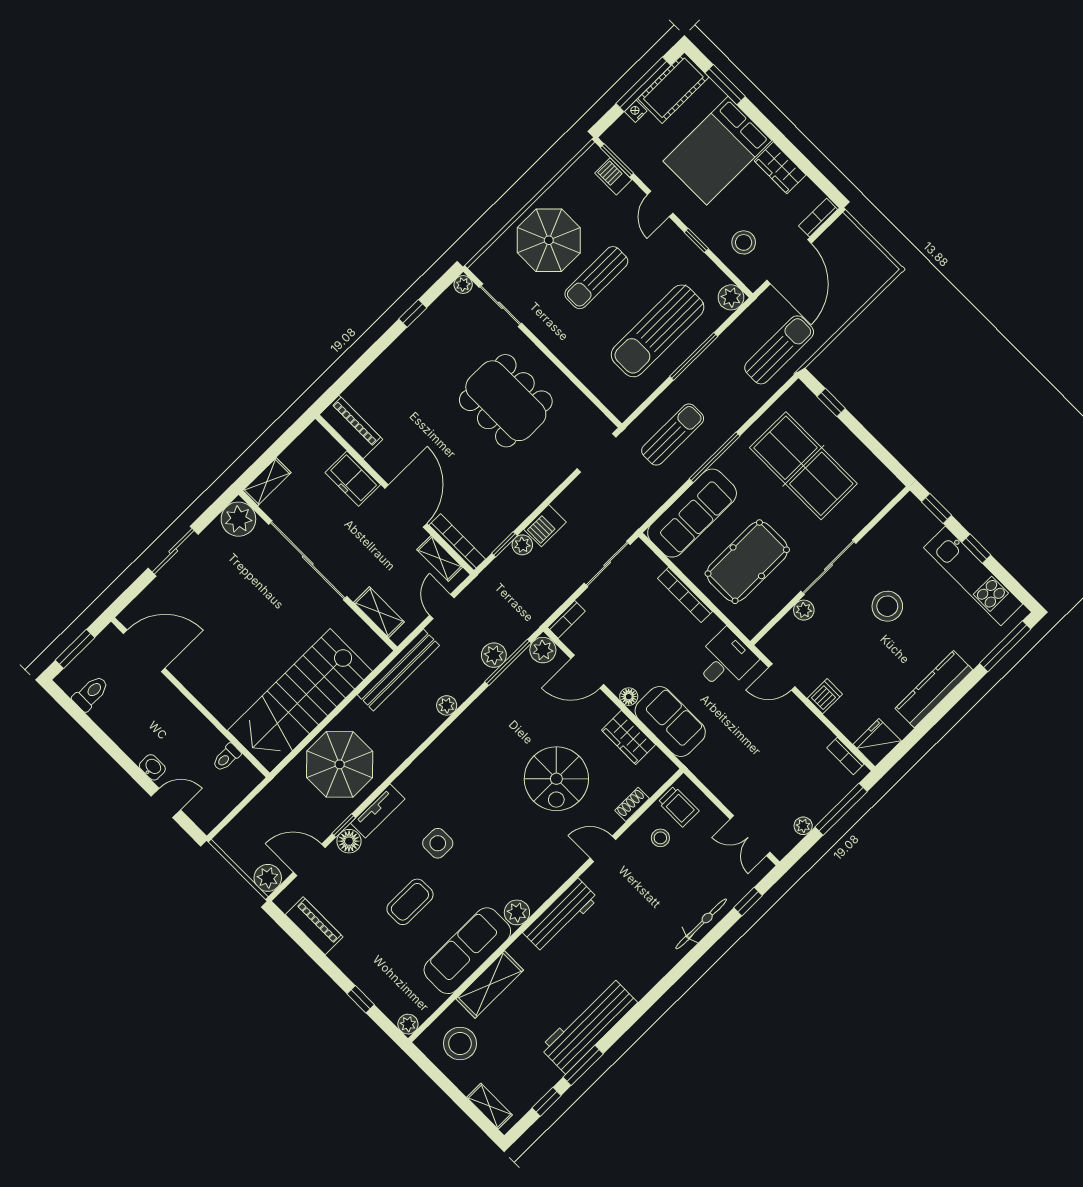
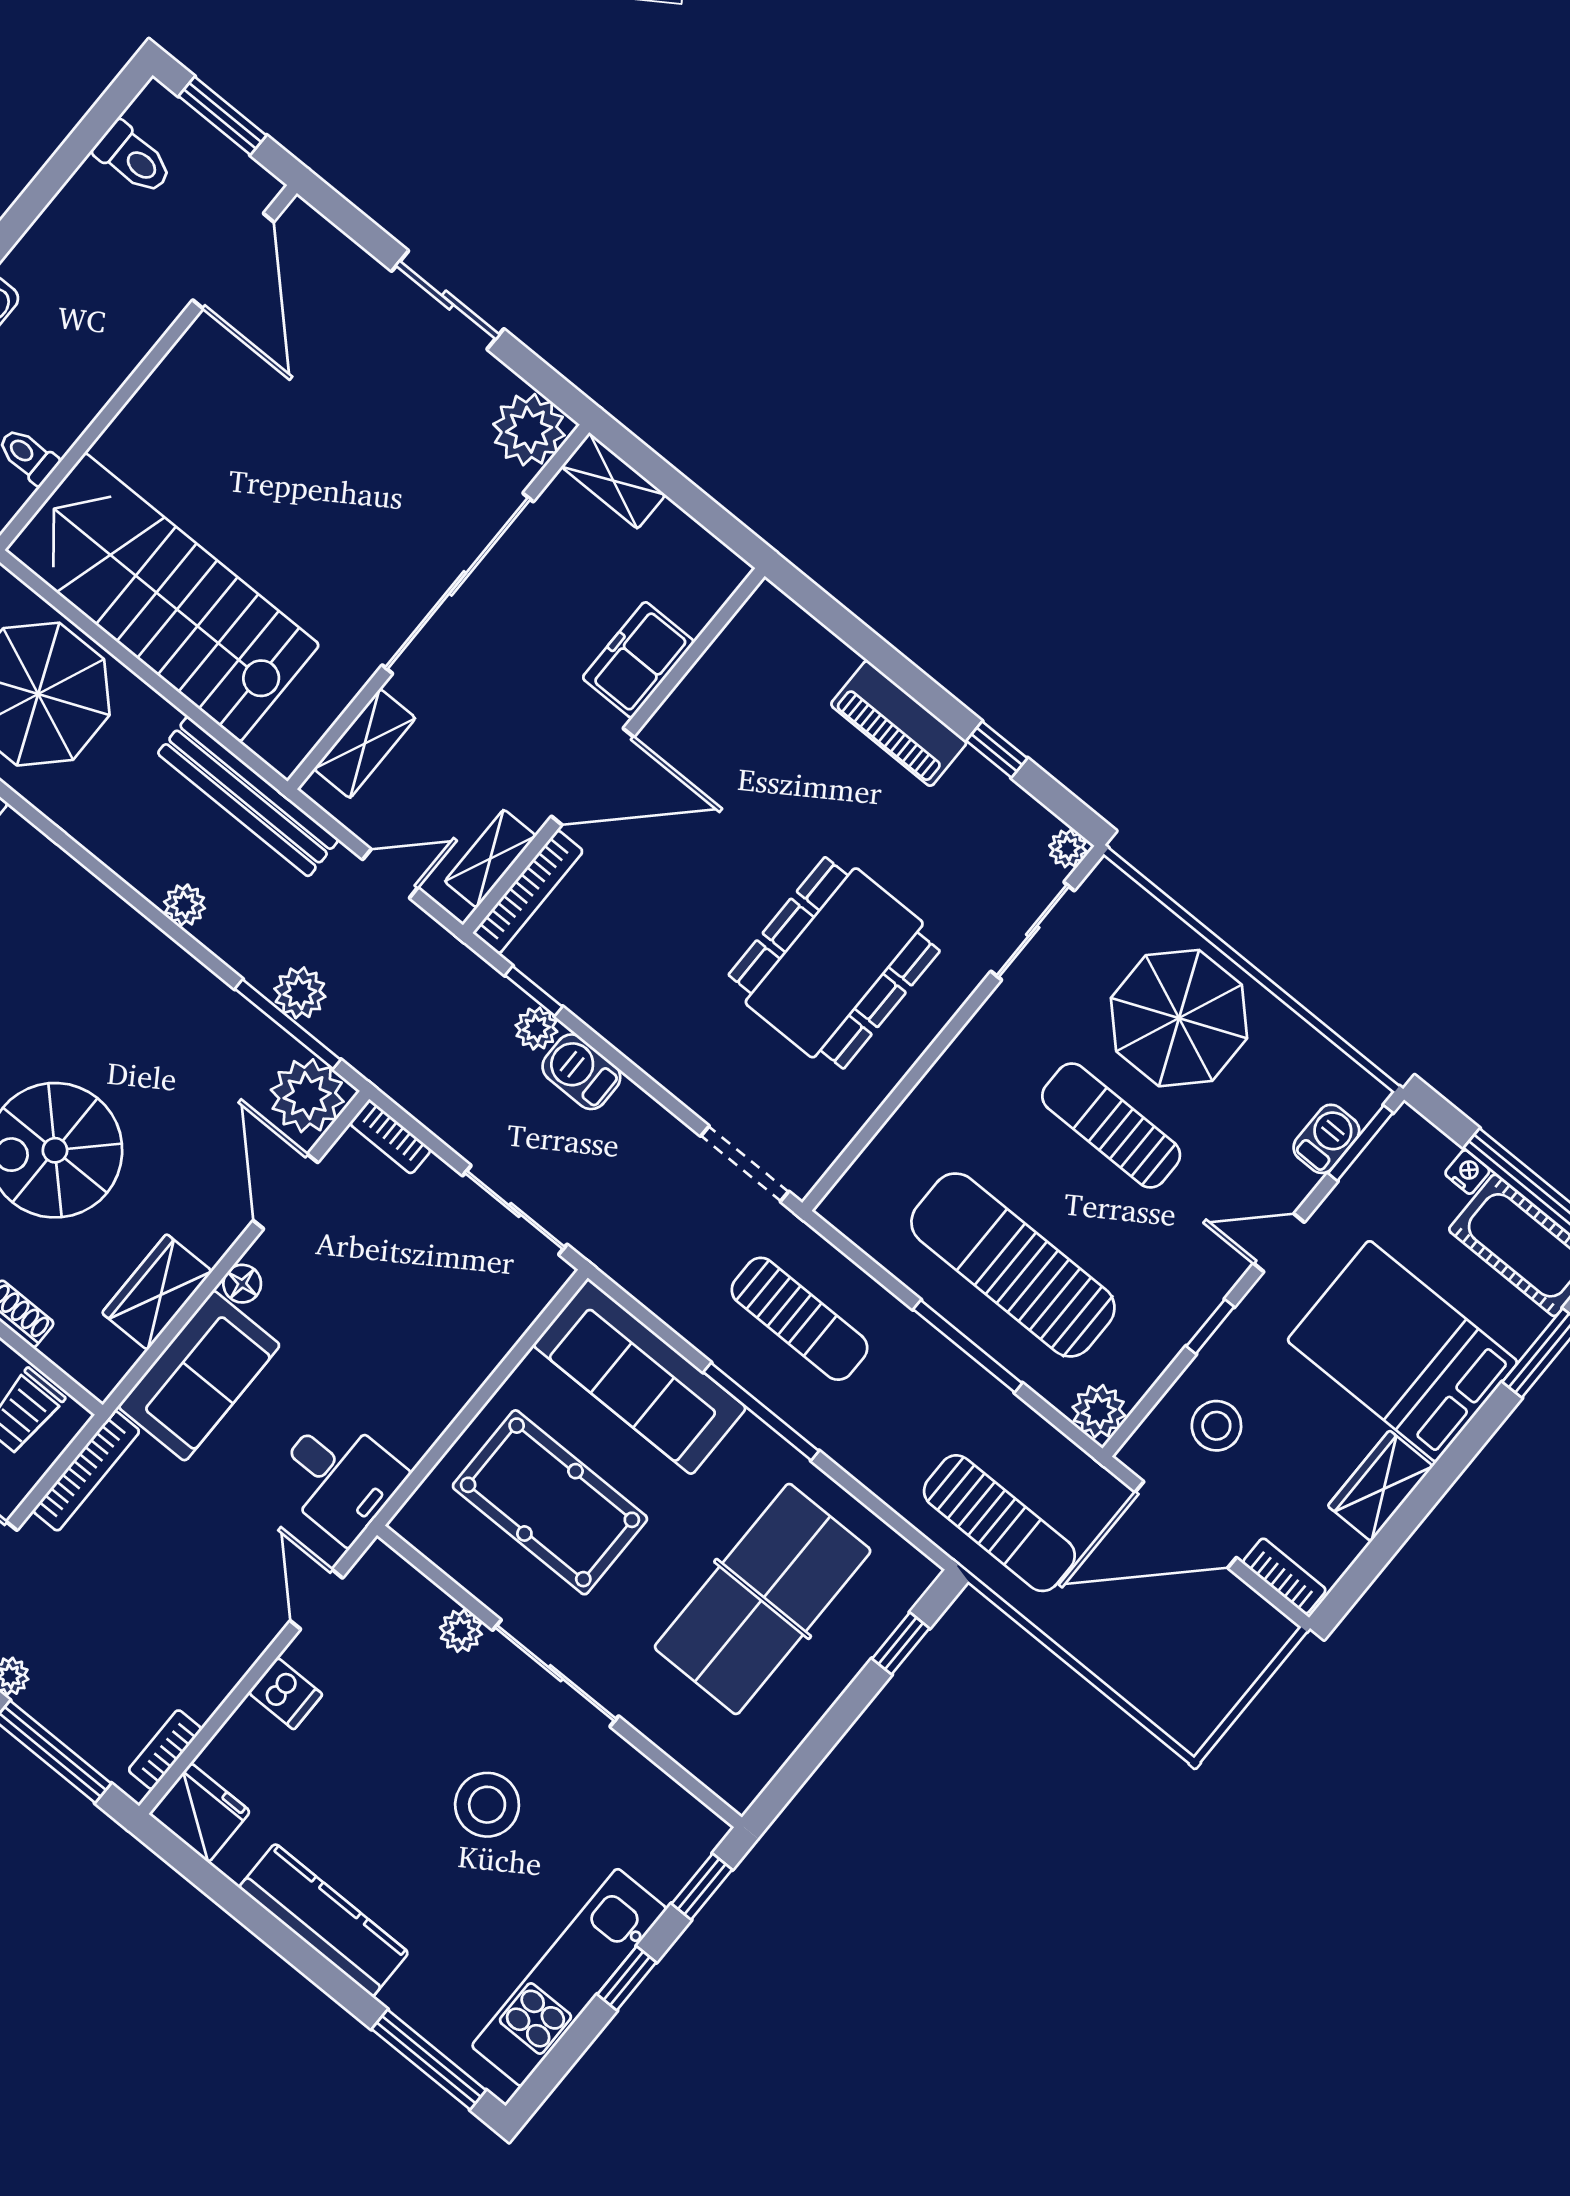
piano: (351, 427) -> (899, 723), moved, turned 90
bookcase: (685, 595) -> (86, 1471), moved, turned 180
plant: (543, 650) -> (307, 1096), width x1.36, depth x1.36

